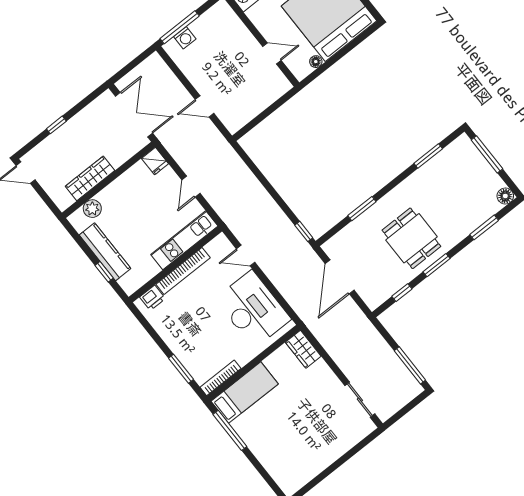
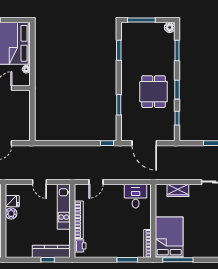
fridge: (155, 161) -> (12, 201), moved
plant: (92, 209) -> (11, 214), moved
dining table: (411, 238) -> (154, 92), turned 90
kitchen counter: (105, 252) -> (51, 251), moved
desk: (253, 309) -> (136, 196), width x0.53, depth x0.77
wardrobe: (303, 349) -> (178, 190), moved
bed: (245, 393) -> (169, 237), width x1.50

